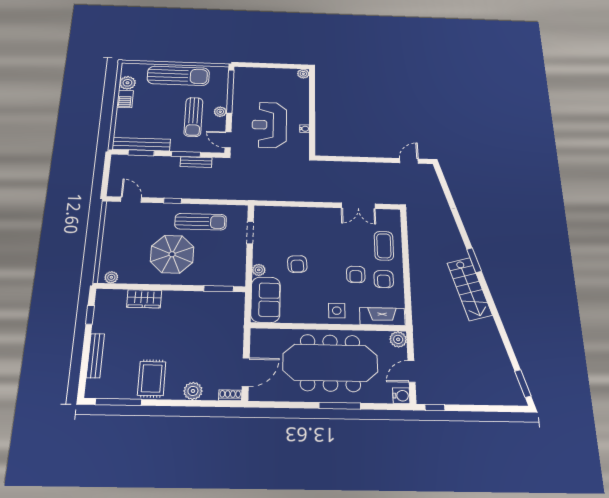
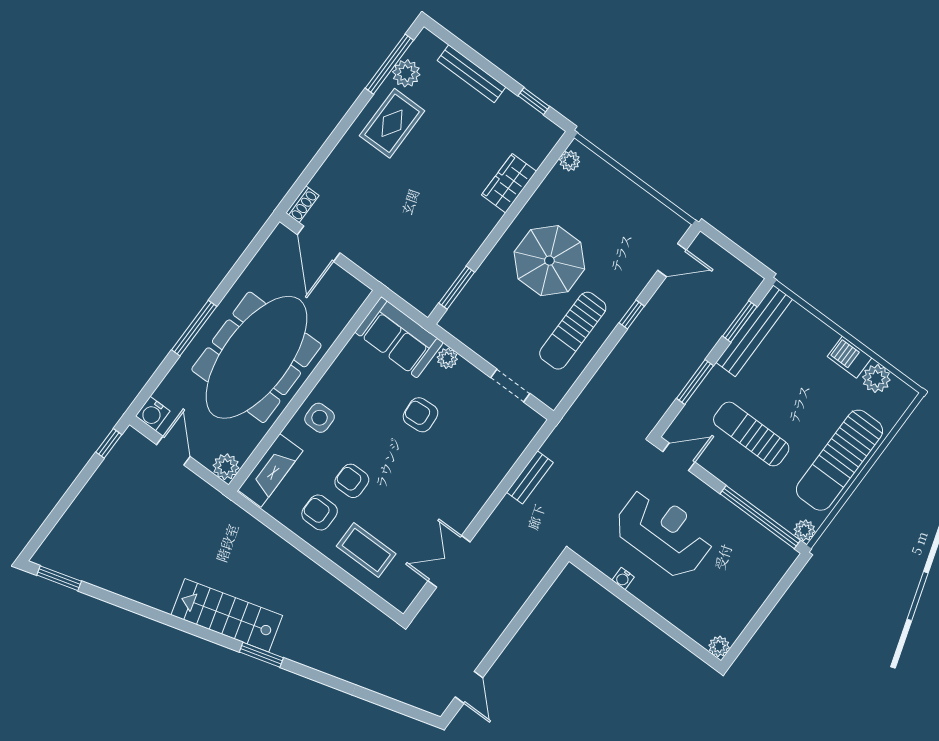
plant: (220, 112) -> (805, 530), moved
bench: (196, 162) -> (530, 477), moved
rug: (152, 378) -> (392, 123), turned 90
plant: (193, 391) -> (406, 73), moved

